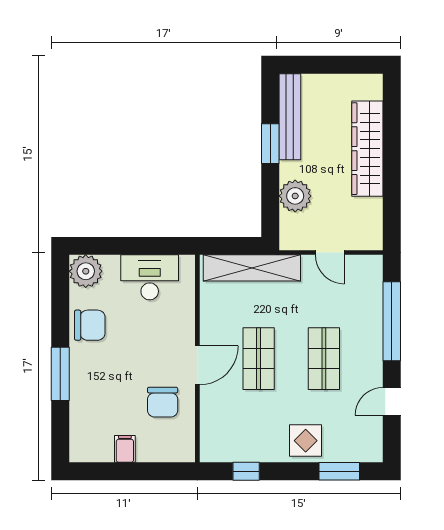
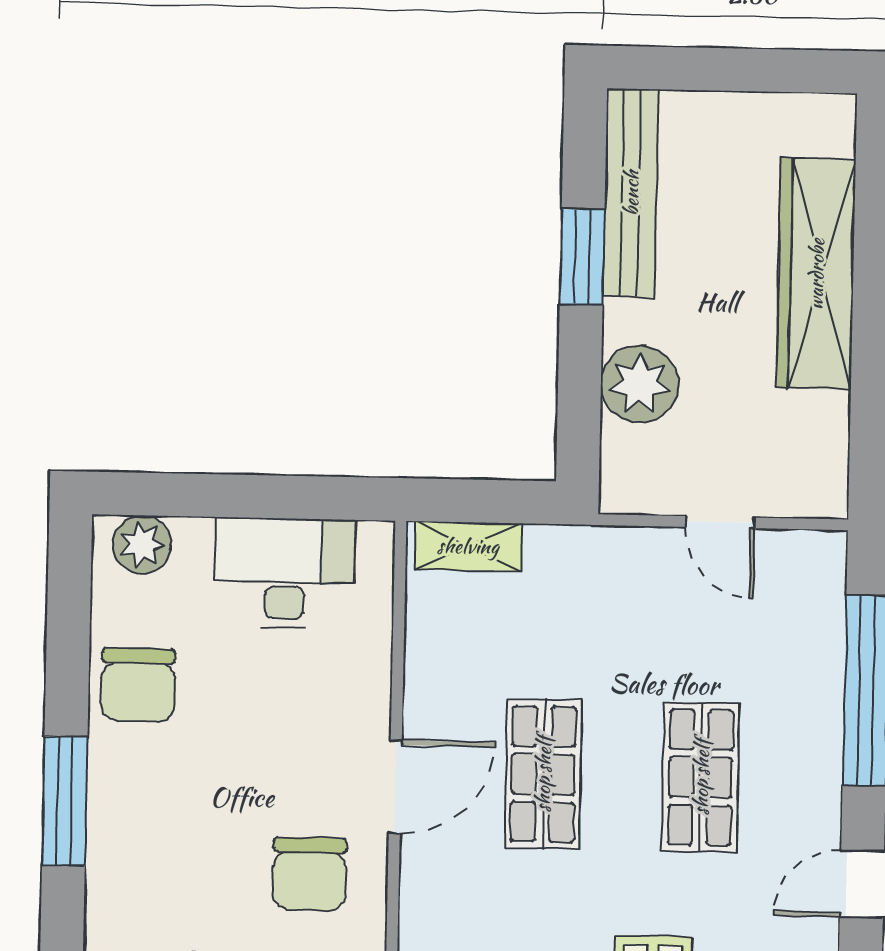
shelving: (252, 268) -> (468, 546), width x0.45, depth x0.75
plant: (86, 271) -> (142, 545), width x0.73, depth x0.73
chair: (90, 325) -> (138, 685), turned 90

